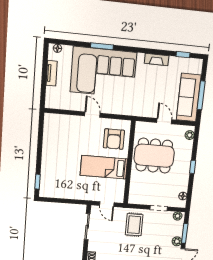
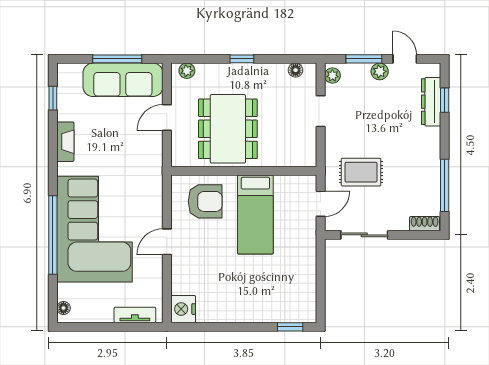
window: (102, 46) -> (53, 235), width x2.11
tv unit: (52, 73) -> (135, 315), moved
nightstand: (52, 121) -> (183, 309), added
rug: (134, 225) -> (361, 172), moved

